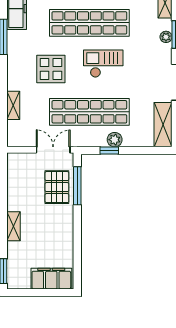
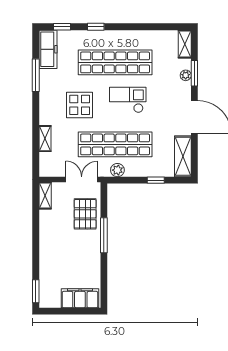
plant: (115, 140) -> (117, 170), moved
window: (109, 151) -> (156, 180), moved
window: (77, 186) -> (104, 235), moved
shelving: (13, 226) -> (45, 196), moved

